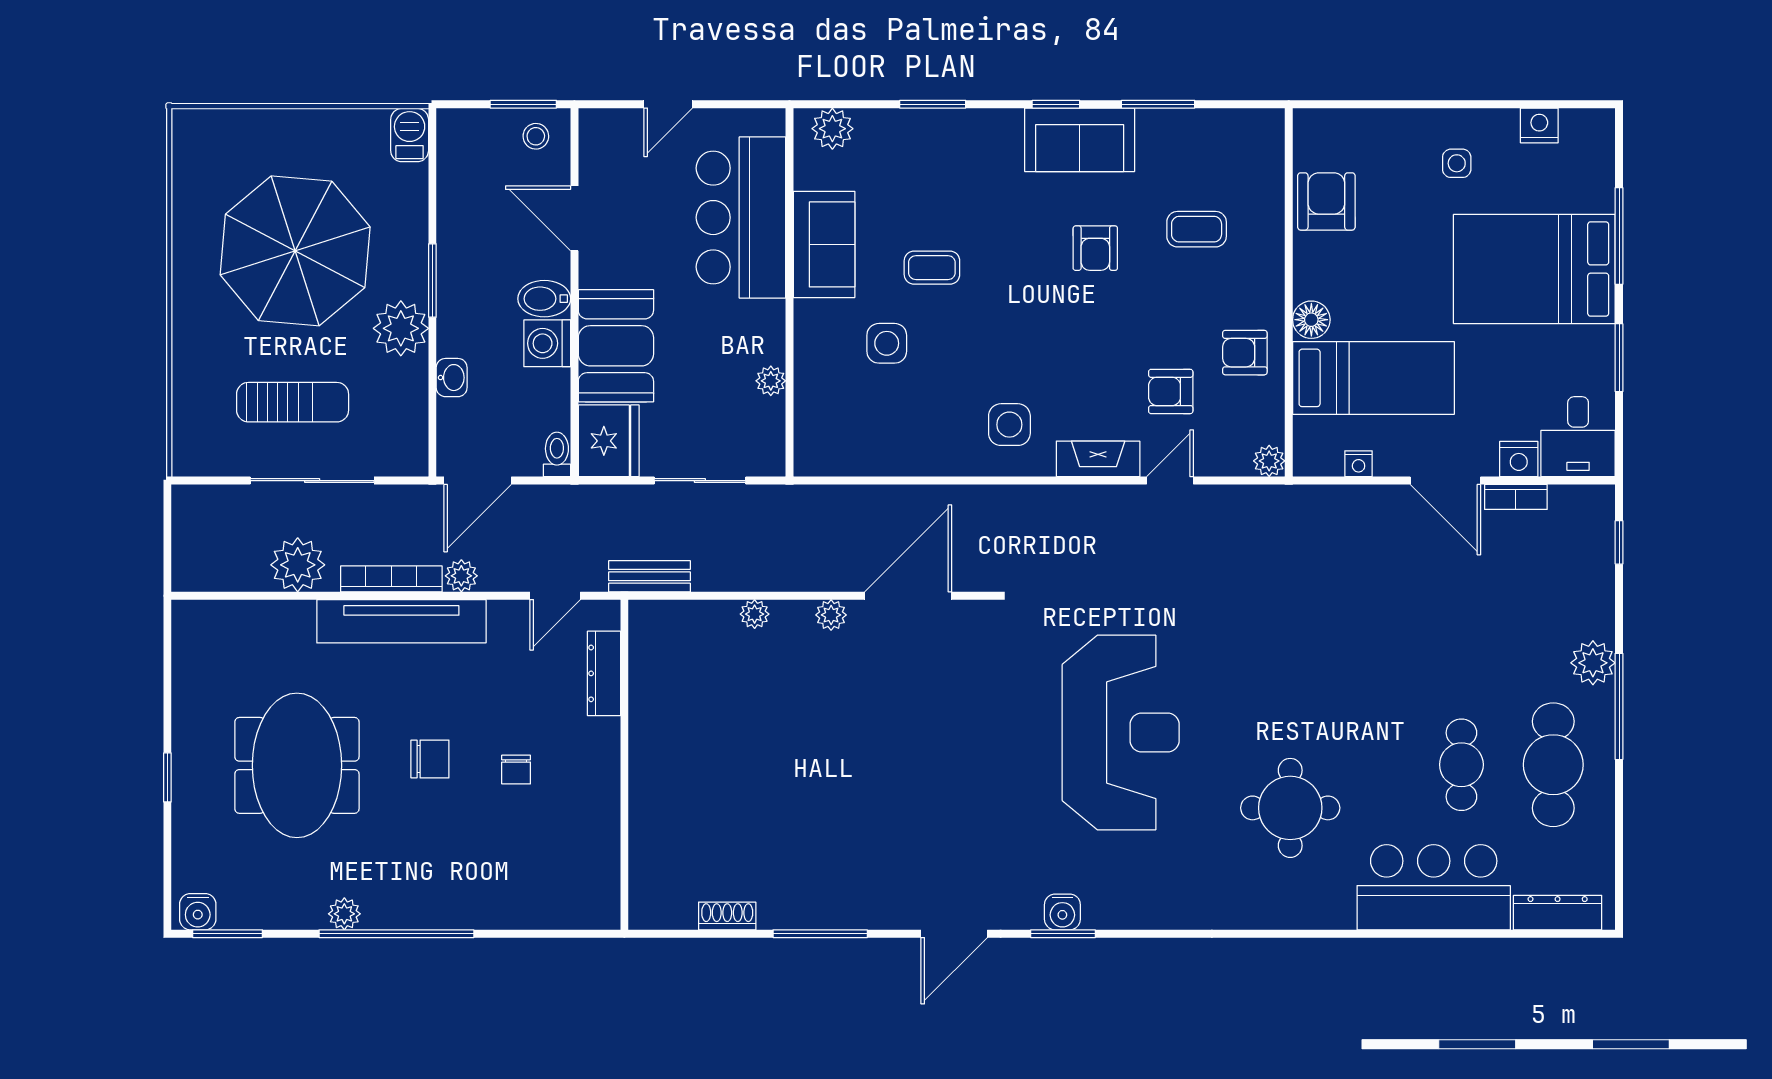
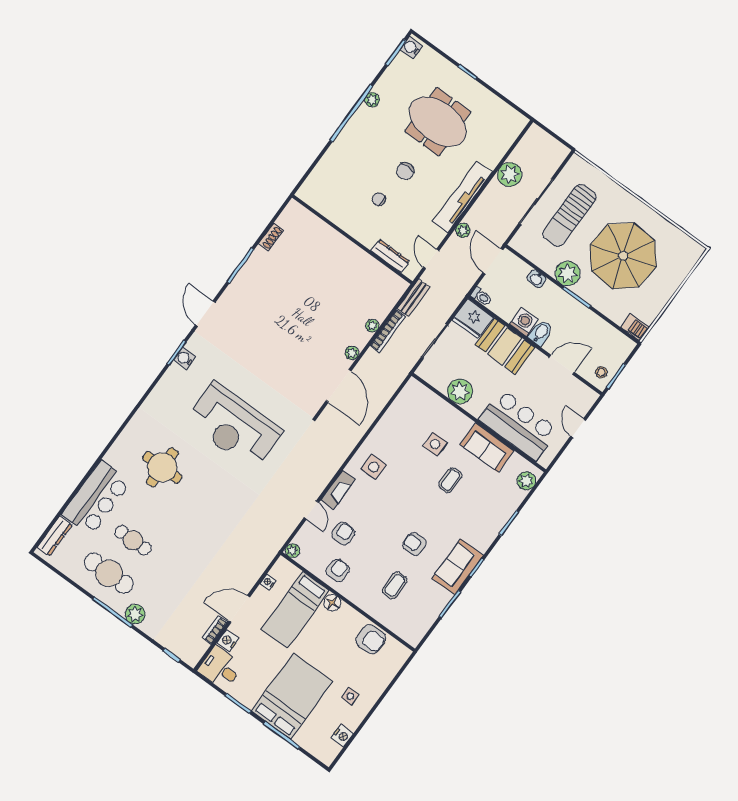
plant: (771, 381) -> (460, 391), width x1.87, depth x1.87
sun lounger: (293, 402) -> (569, 215), width x1.36, depth x1.34
bookcase: (391, 579) -> (388, 331), moved

